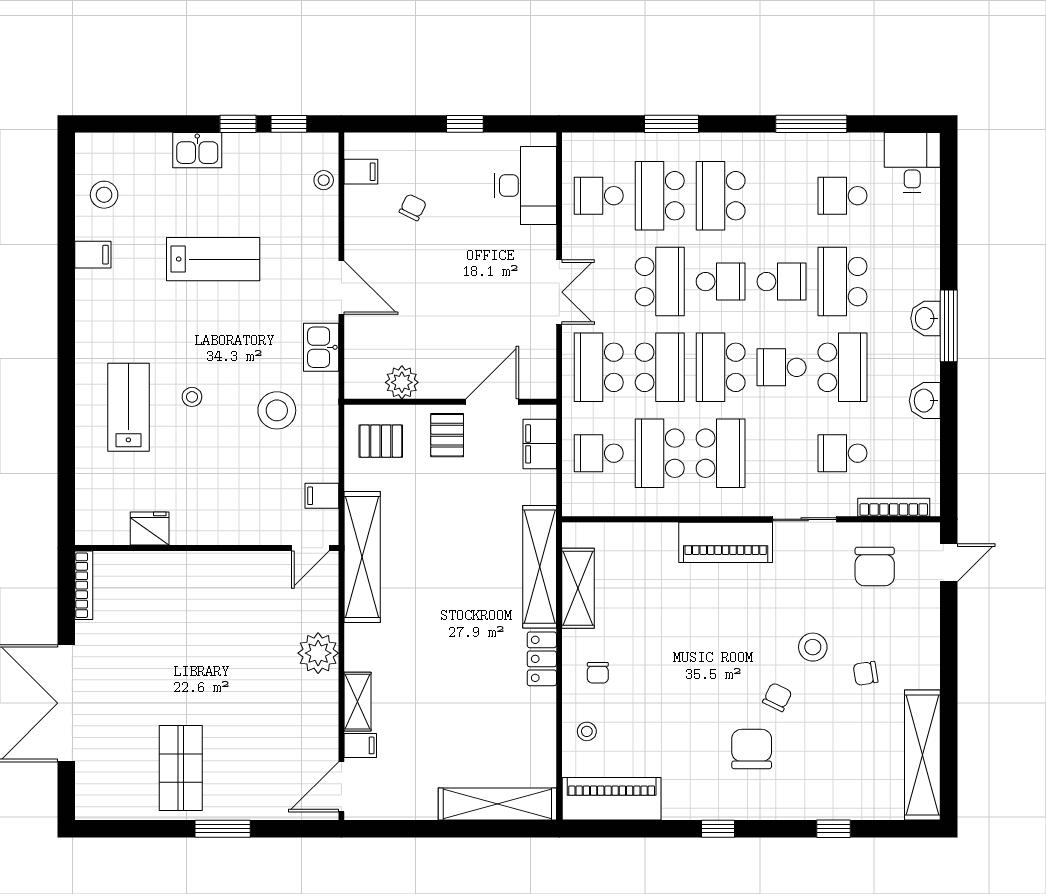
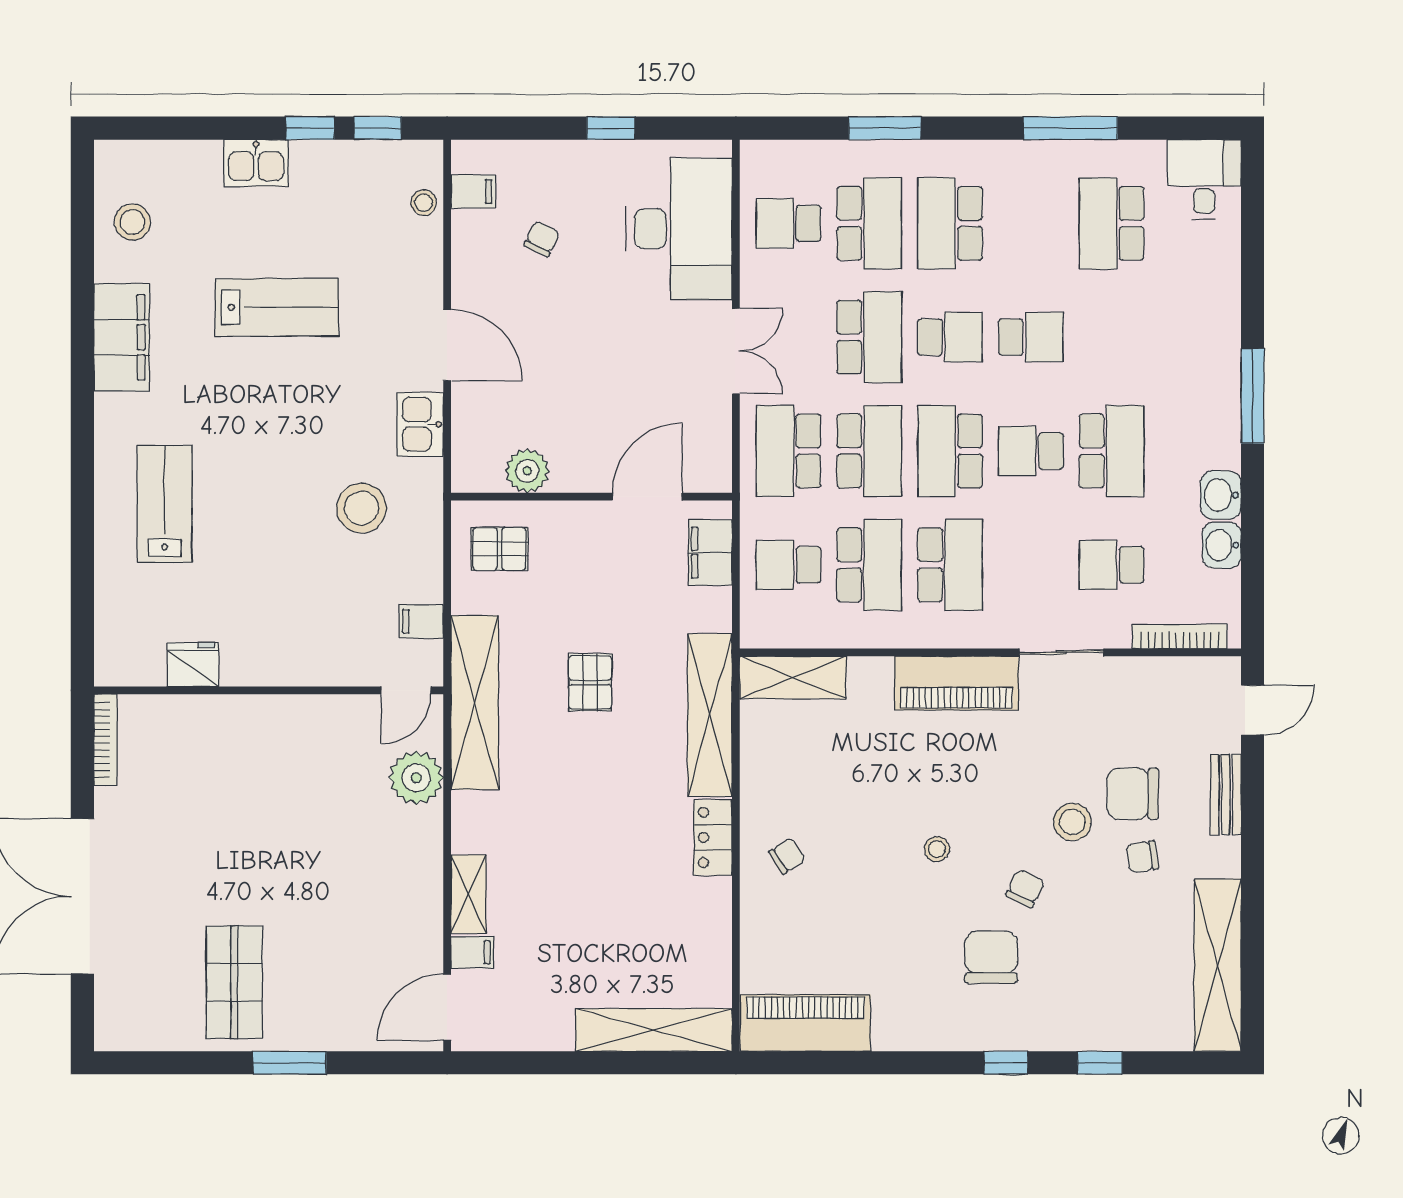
desk: (525, 186) -> (679, 229), width x1.36, depth x1.30
school desk: (660, 196) -> (869, 223), turned 180
school desk: (842, 196) -> (1112, 223), width x1.85
filing cabinet: (93, 255) -> (122, 337), width x3.00, depth x1.17
school desk: (842, 282) -> (1112, 337), removed
washbasin: (925, 318) -> (1222, 545), moved
stool: (192, 397) -> (249, 490), removed
pallet: (447, 435) -> (590, 682), moved
school desk: (660, 453) -> (869, 565), turned 180
chair: (875, 567) -> (1133, 794), moved, turned 90
shelving: (578, 588) -> (793, 677), moved, turned 90
bench: (929, 626) -> (1226, 794), added
plant: (318, 653) -> (416, 778), moved
chair: (598, 673) -> (787, 856), turned -123
stool: (587, 731) -> (937, 849), moved
window: (718, 829) -> (1006, 1063), moved

